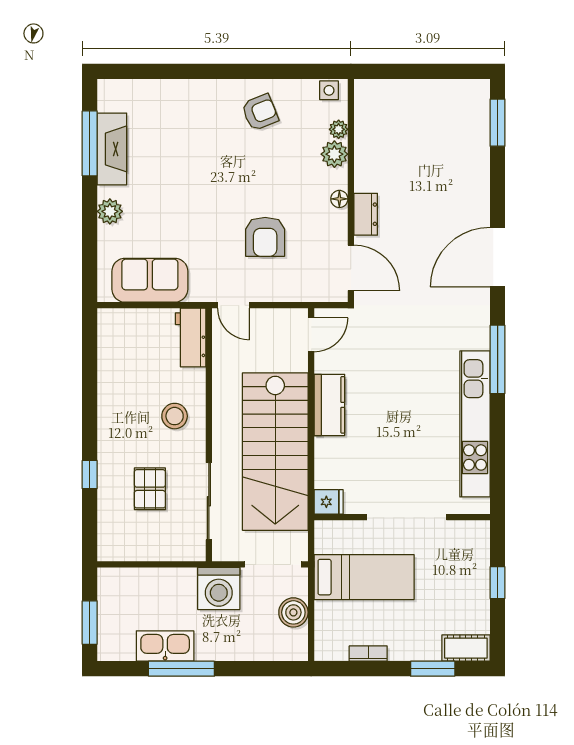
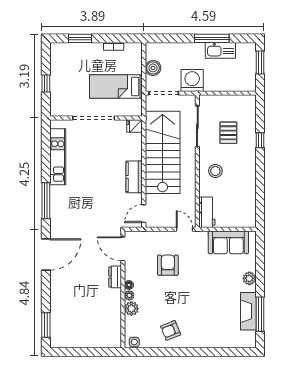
plant: (339, 129) -> (129, 295), moved
kitchen unit: (475, 424) -> (58, 157), width x0.73
cot: (466, 648) -> (62, 49), removed

